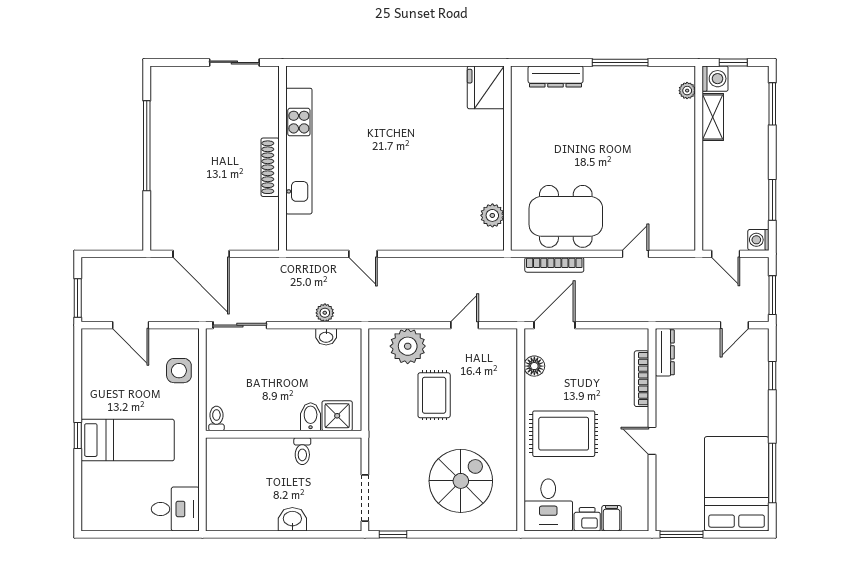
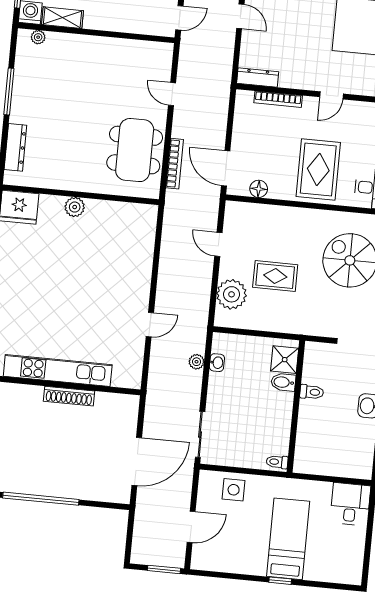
plant: (492, 215) -> (75, 207), moved

